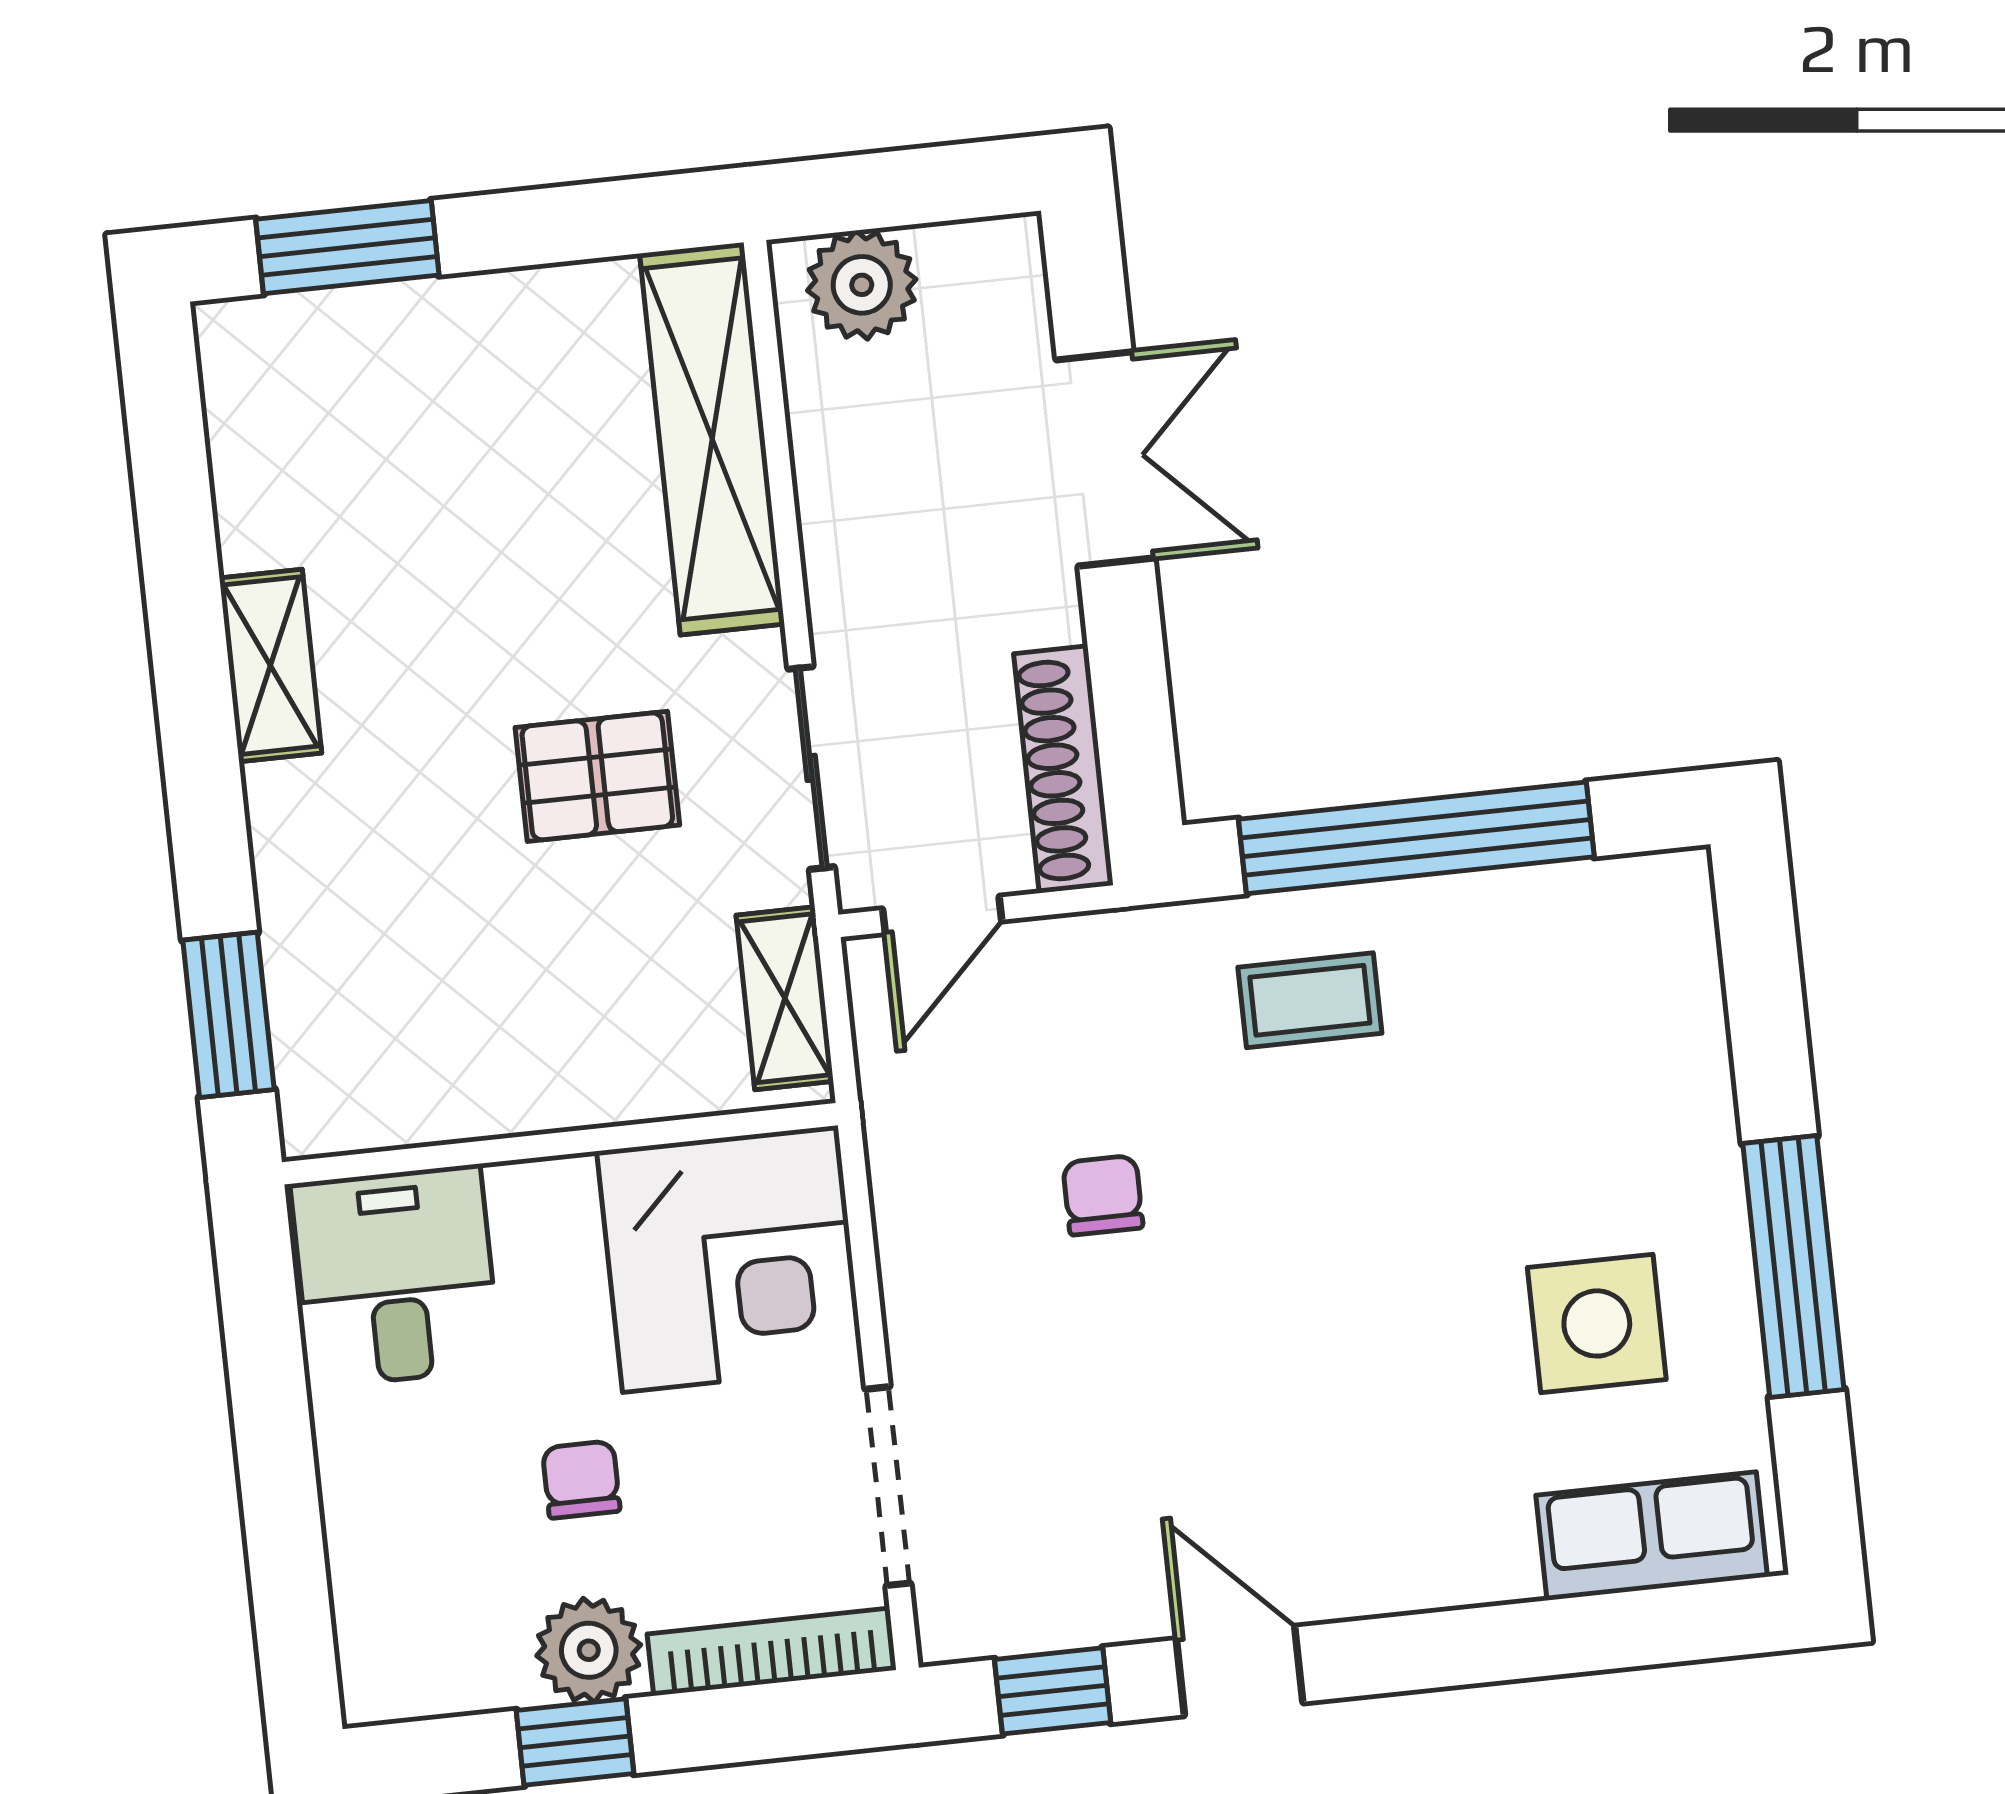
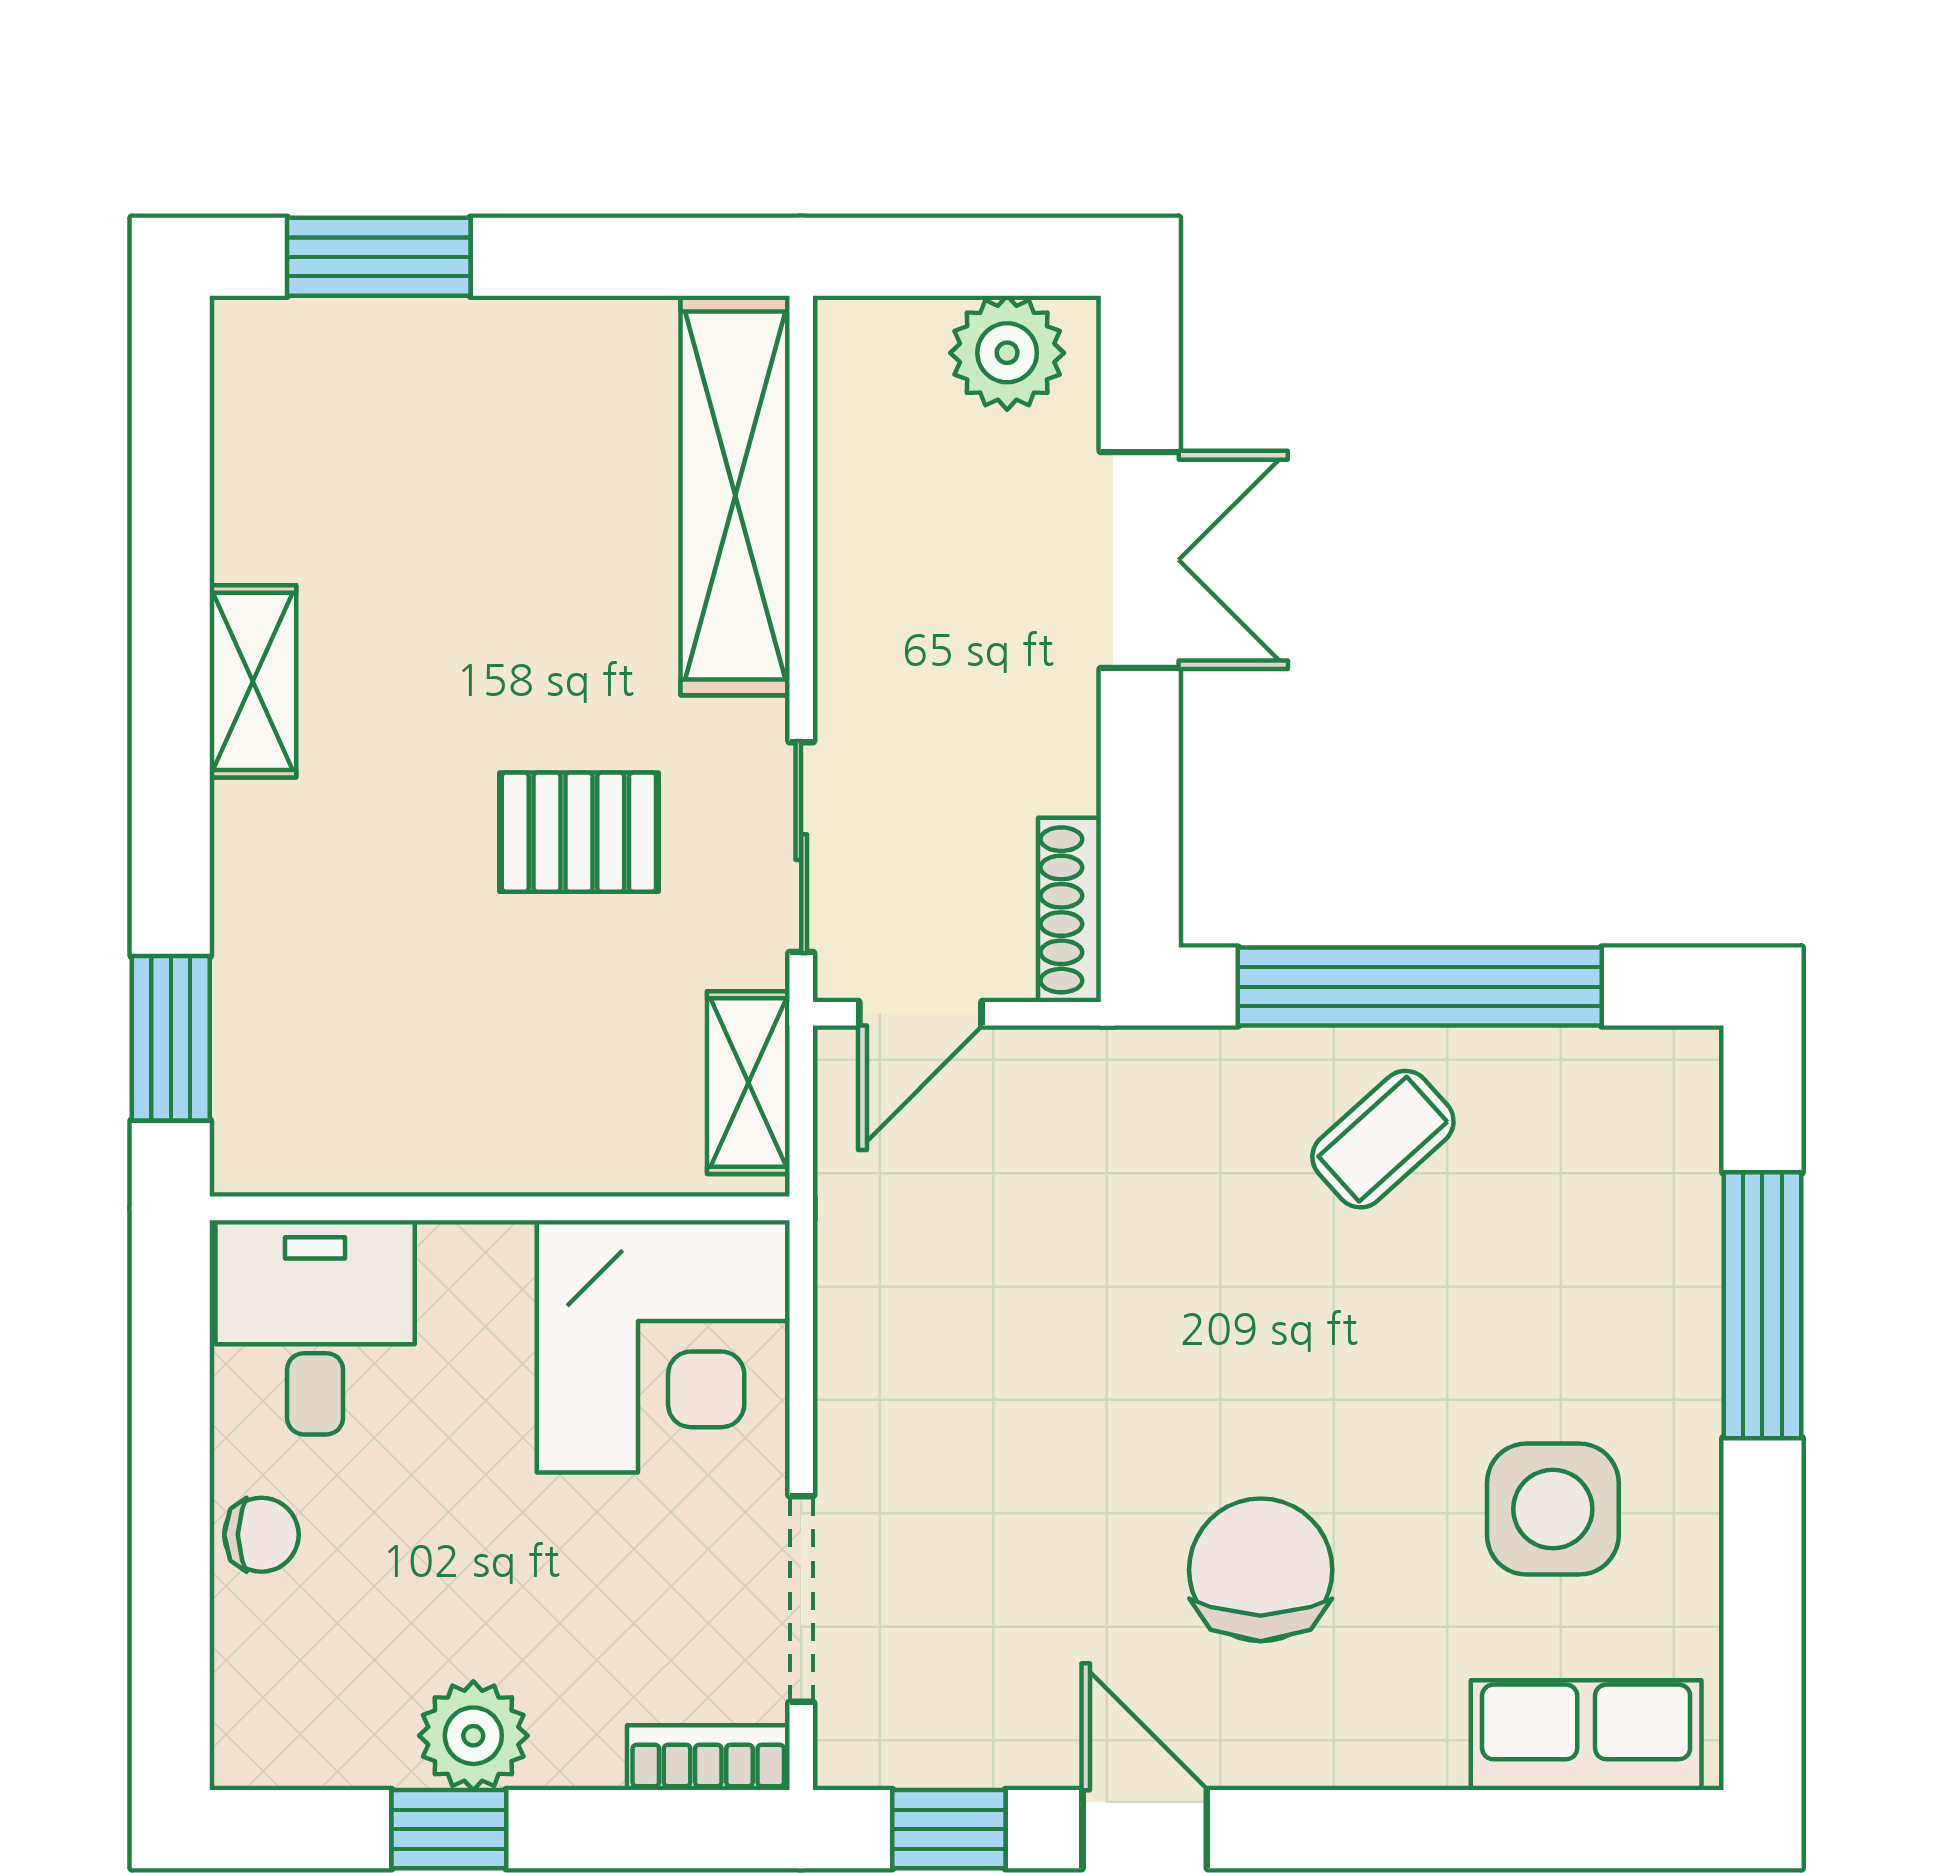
plant: (862, 285) -> (1007, 353), moved
shoe rack: (1063, 769) -> (1070, 910), width x0.74, depth x0.81
coffee table: (1310, 1000) -> (1383, 1139), moved, turned -42
chair: (1103, 1195) -> (1261, 1570), moved, width x1.87, depth x1.87
window: (1793, 1267) -> (1762, 1305), moved
chair: (581, 1480) -> (261, 1535), moved, turned 90
bookcase: (772, 1652) -> (708, 1758), width x0.64

